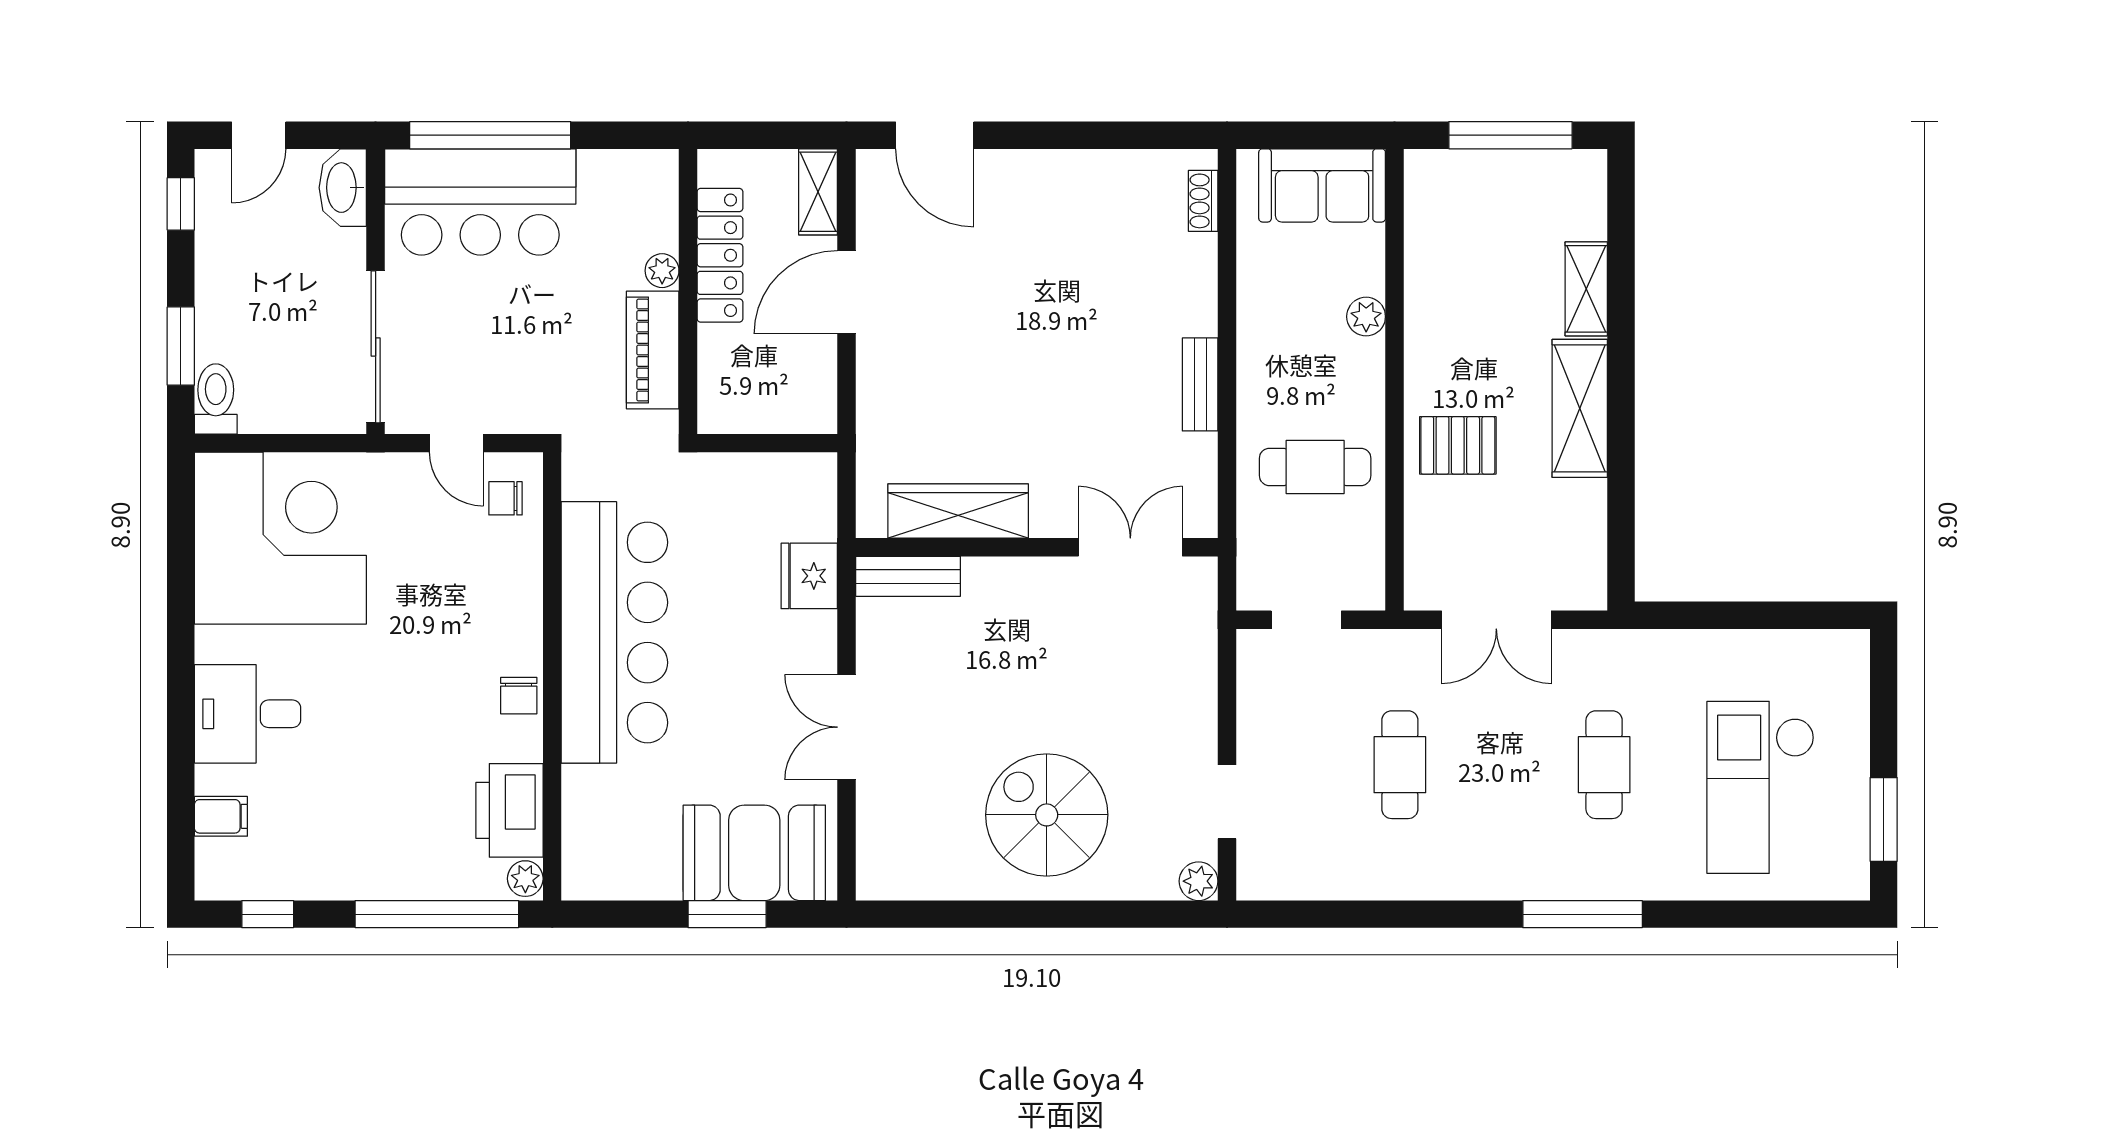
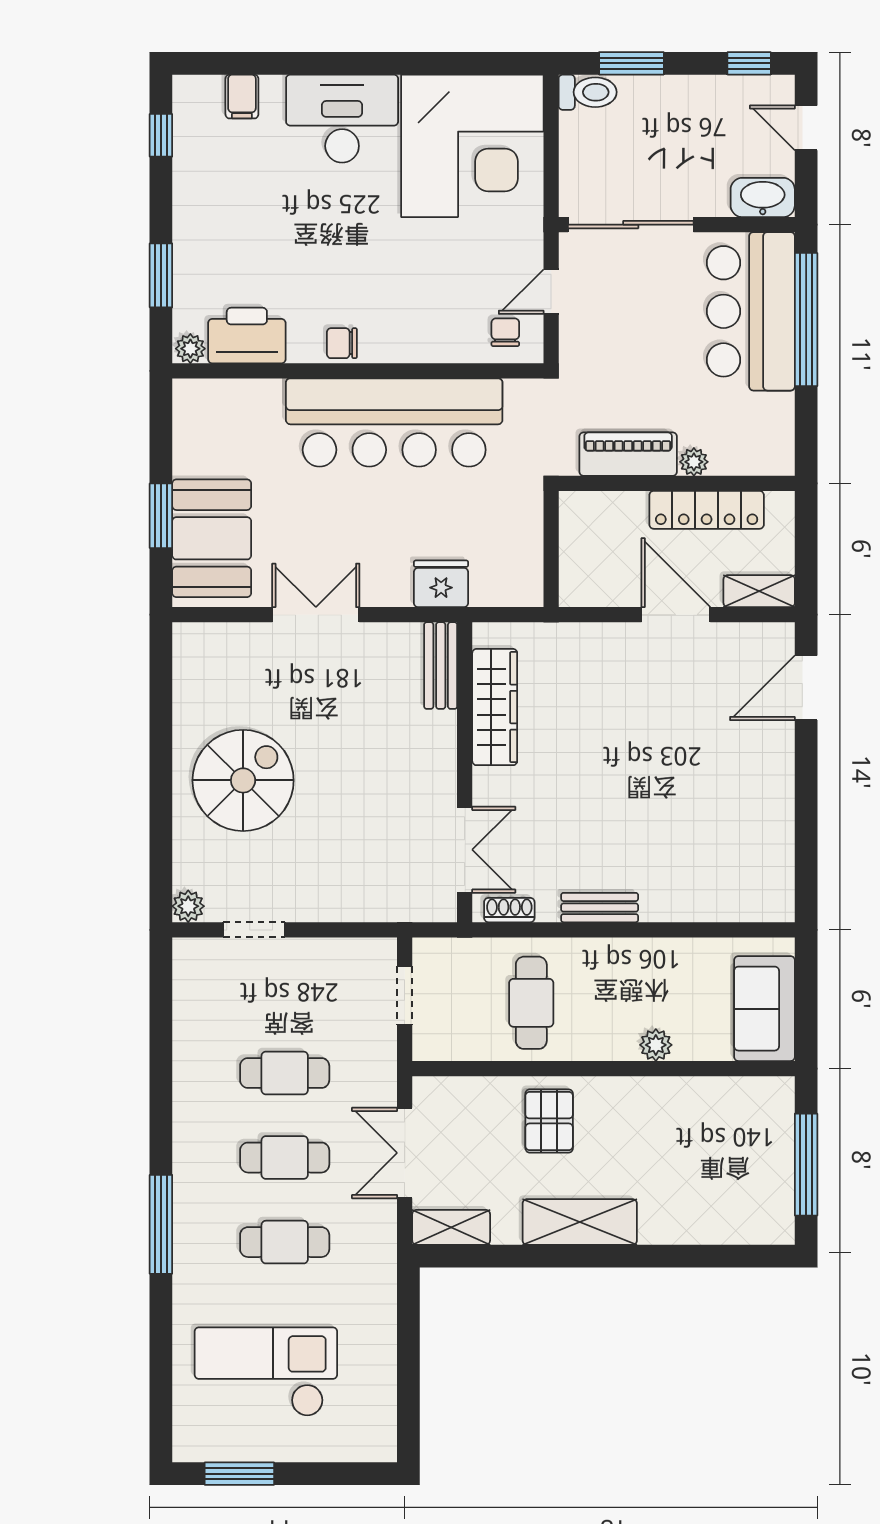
shoe rack: (1203, 201) -> (509, 910), moved
shelving: (1586, 289) -> (451, 1227), moved
desk: (248, 714) -> (342, 119), width x1.37
cafe table: (1502, 765) -> (285, 1158), added
window: (437, 914) -> (161, 275), width x0.47

